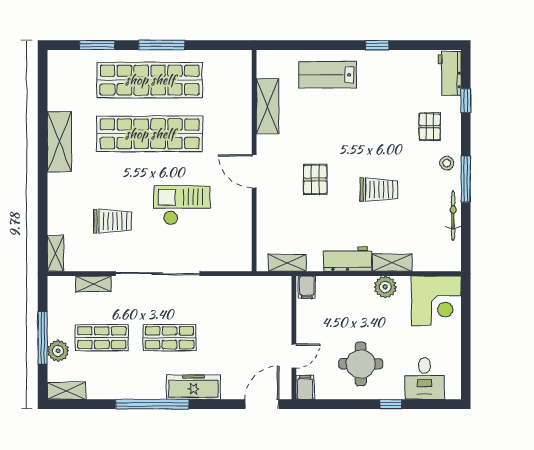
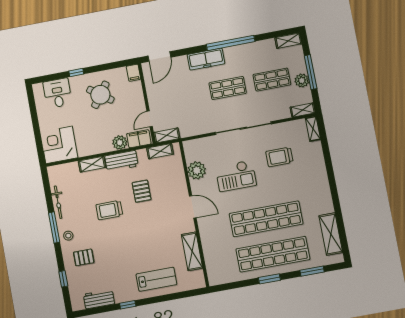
window: (162, 45) -> (269, 279), width x0.69
workbench: (450, 73) -> (99, 299), moved, turned -90
pallet: (430, 127) -> (84, 257), turned 90
shelving: (59, 142) -> (331, 234), moved
pallet: (315, 180) -> (142, 191), moved
plant: (238, 224) -> (197, 170), added
shelving: (93, 284) -> (303, 110), moved
shelving: (273, 284) -> (167, 135), added
filing cabinet: (307, 287) -> (139, 139), width x2.00
plant: (385, 287) -> (120, 143), moved
plant: (58, 351) -> (302, 81), moved
door: (294, 356) -> (150, 119), moved
round table: (361, 364) -> (100, 95), turned 36

